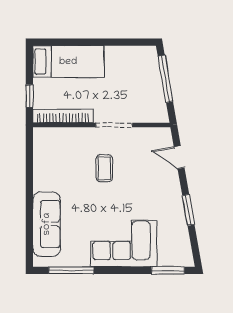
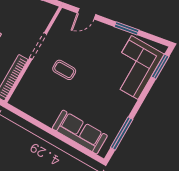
corner sofa: (124, 243) -> (135, 67), moved

